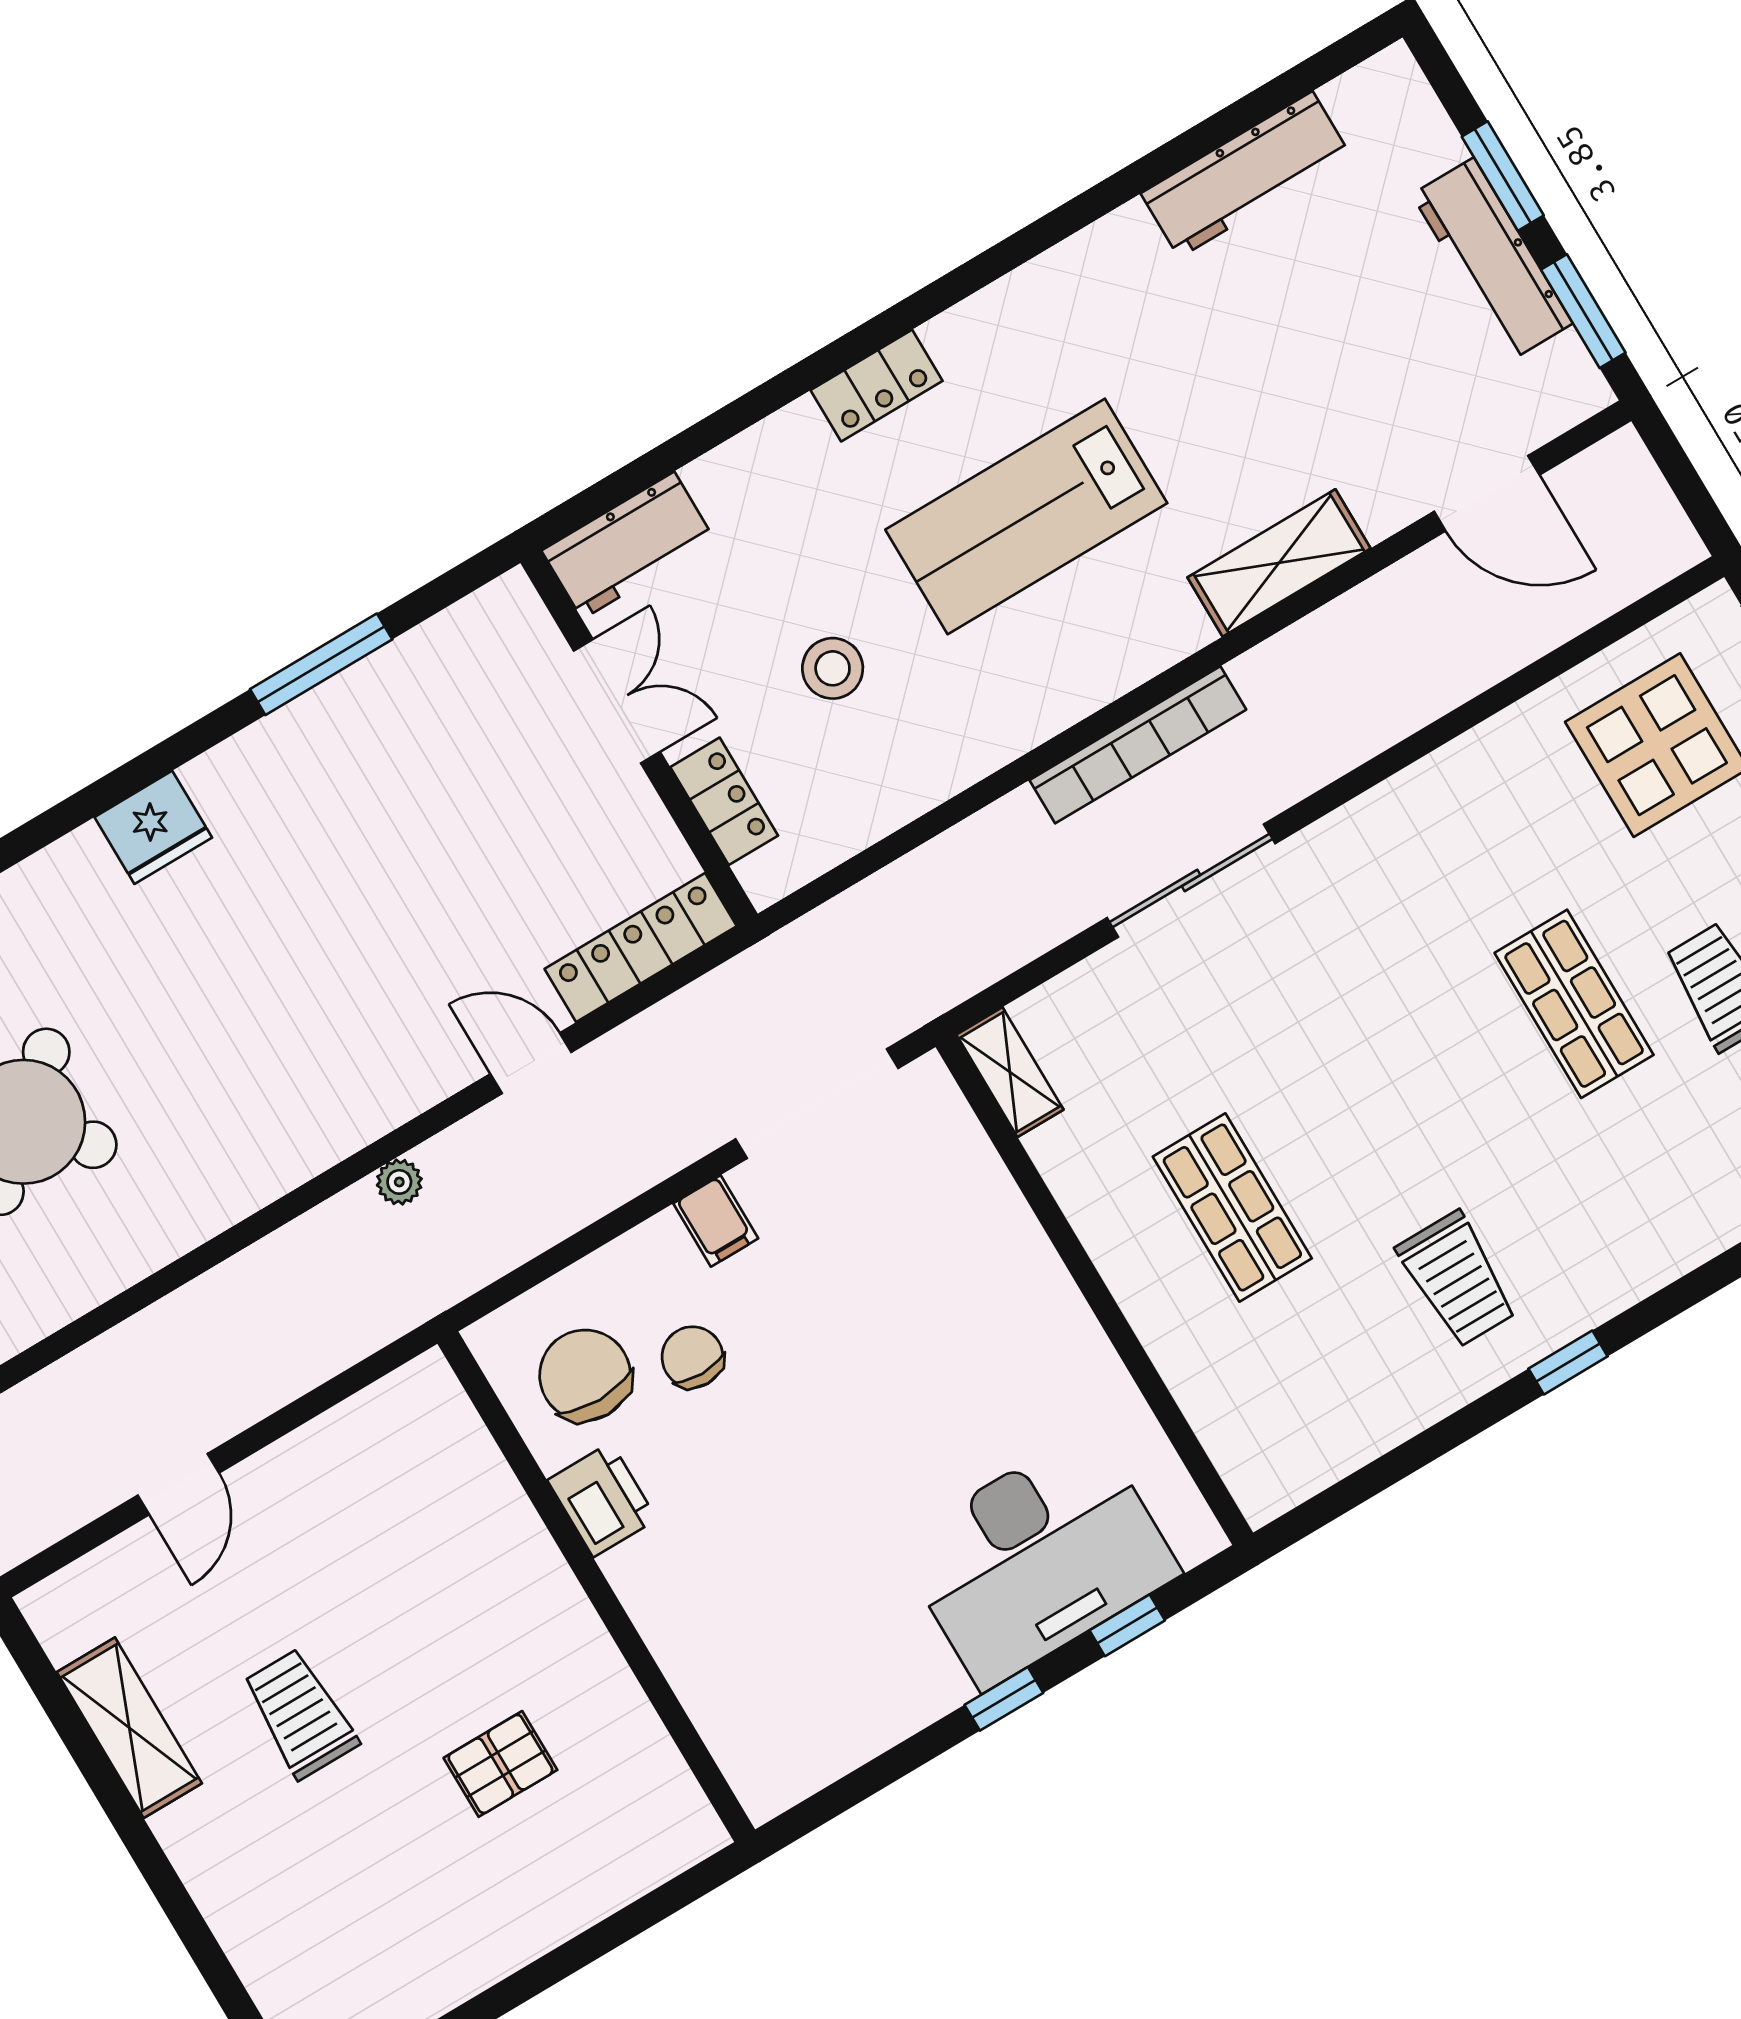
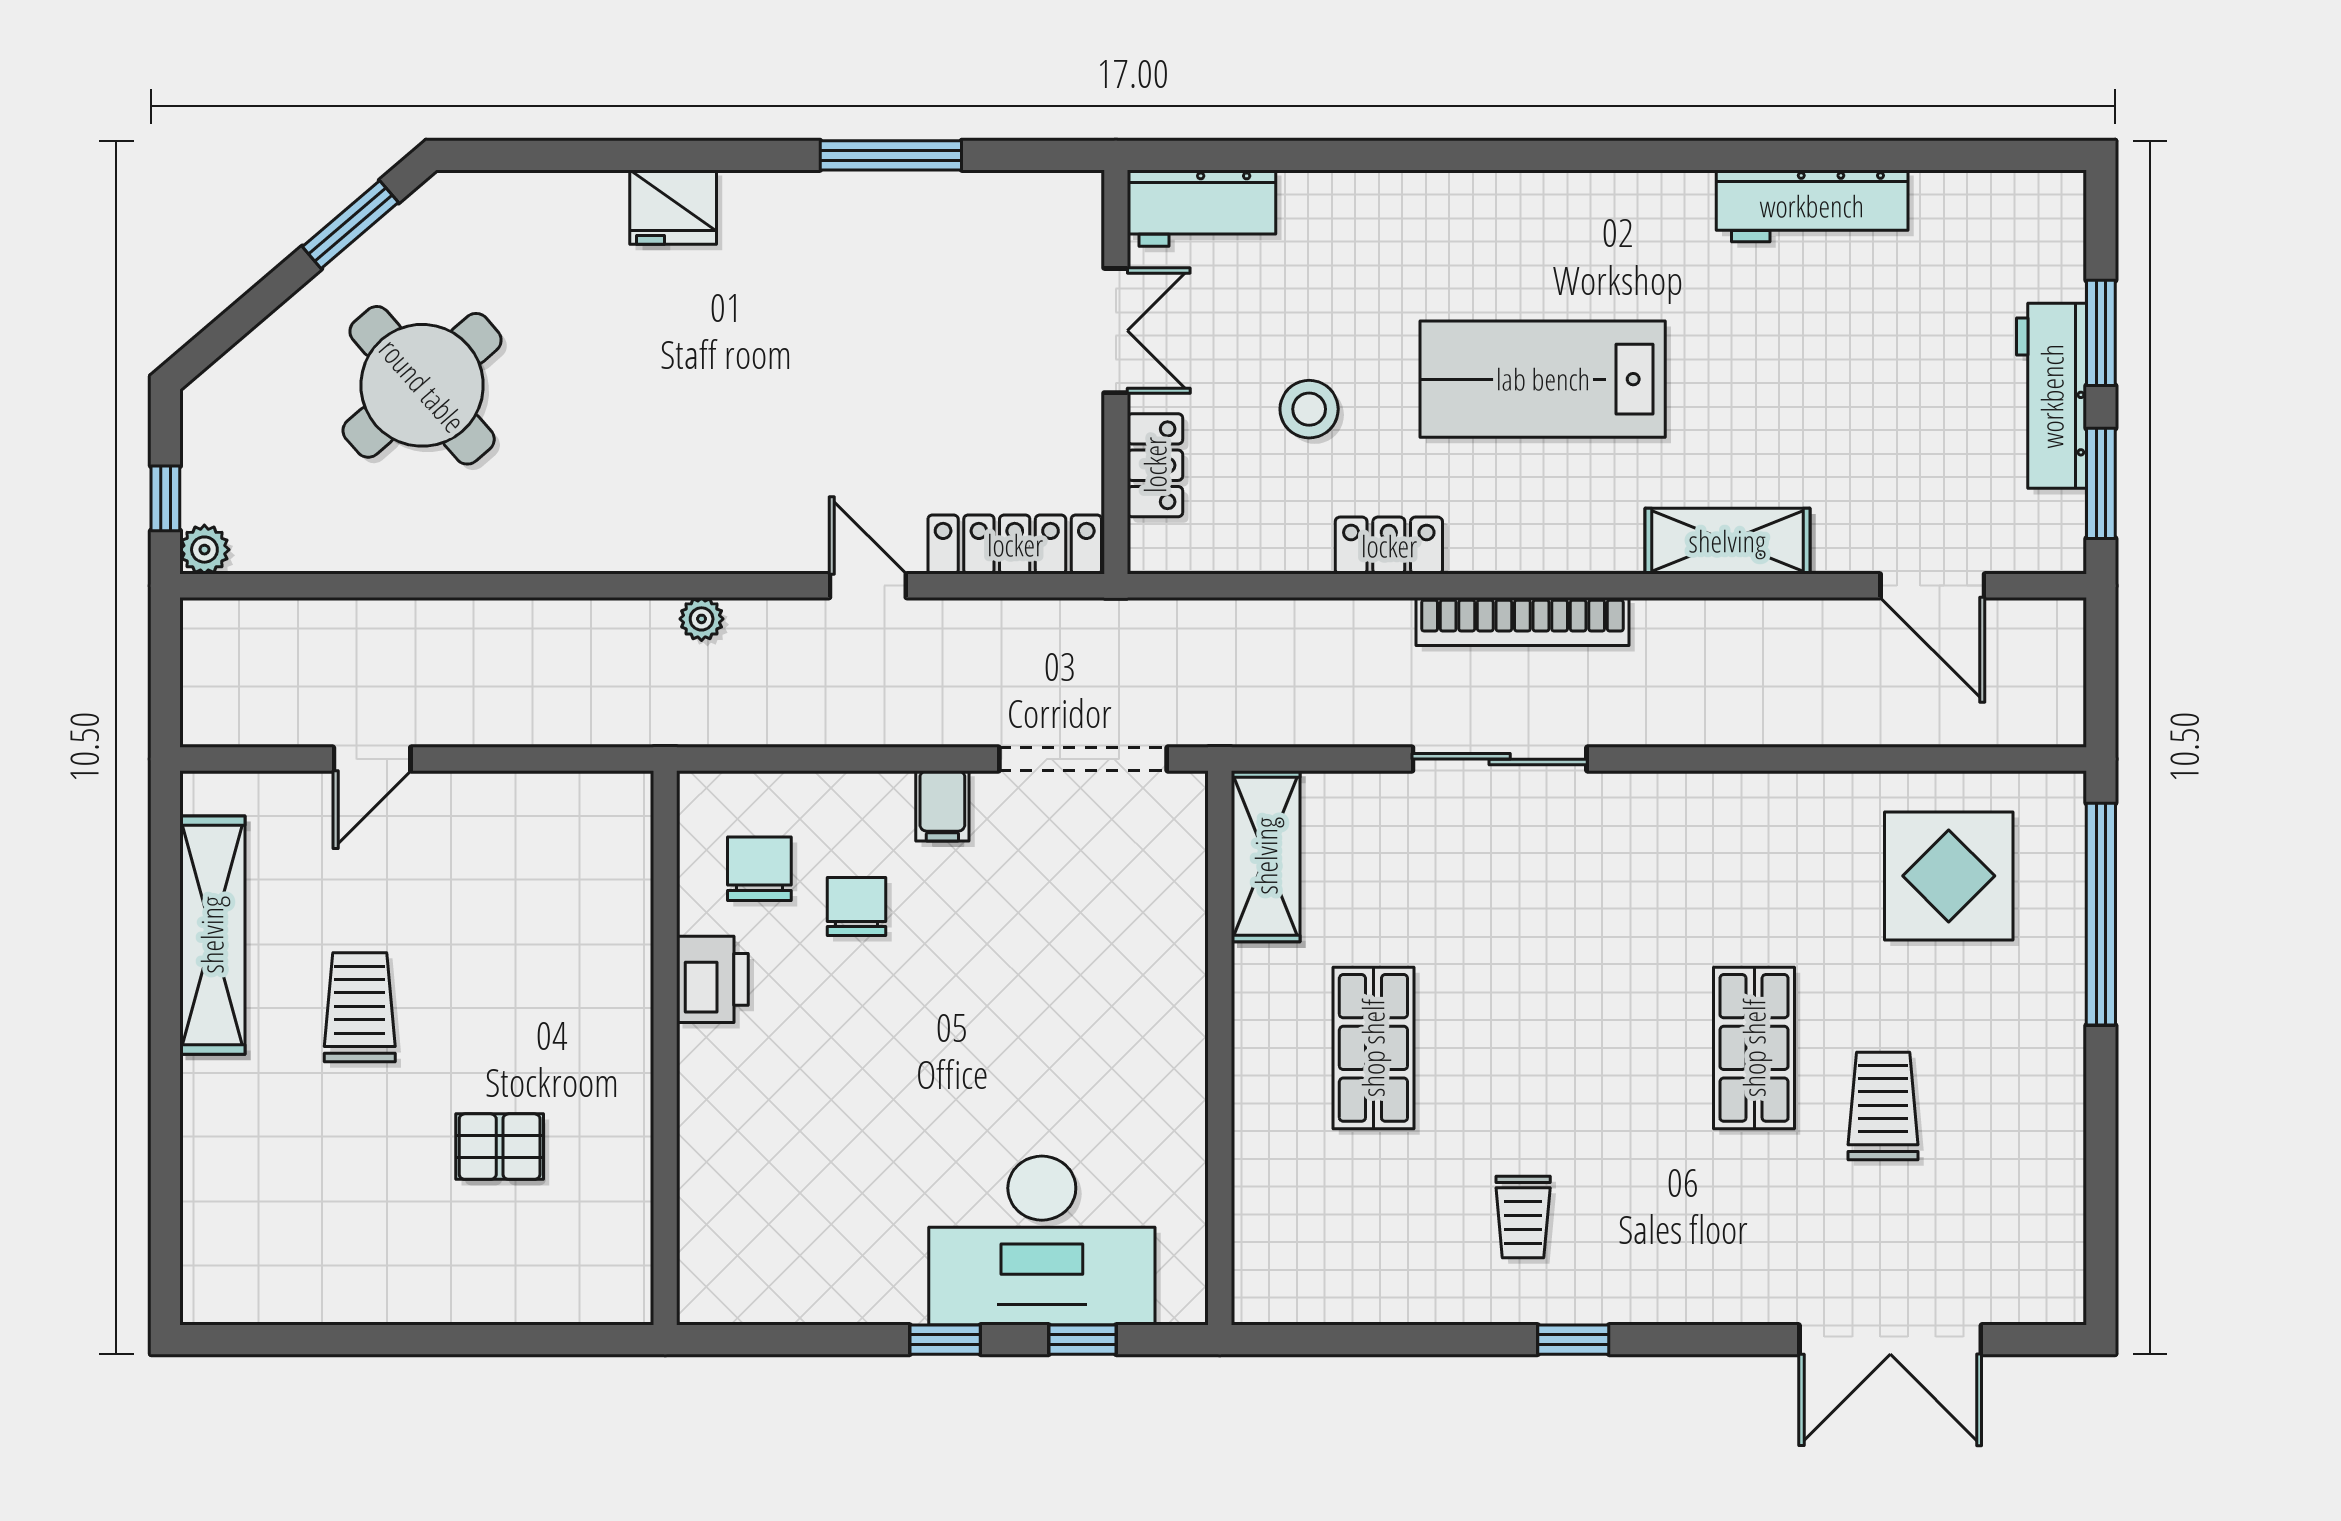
workbench: (1246, 174) -> (1812, 206), moved
locker: (877, 386) -> (1389, 546), moved, turned 180
shelving: (1010, 1072) -> (1266, 856), width x1.50, depth x1.33
trolley: (1457, 1279) -> (1523, 1217), width x0.73, depth x0.72
chair: (585, 1375) -> (759, 869), width x0.73, depth x0.73
shelving: (129, 1728) -> (212, 935), width x1.47

